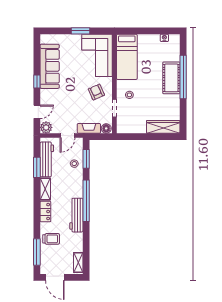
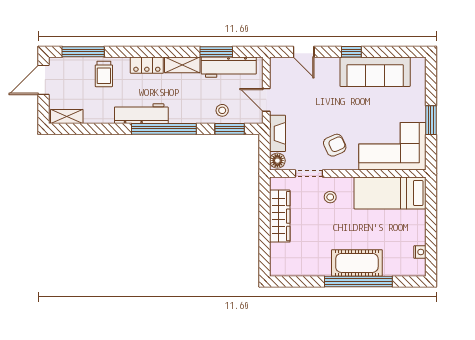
plant: (46, 127) -> (279, 66), removed
wardrobe: (163, 127) -> (280, 216), moved

